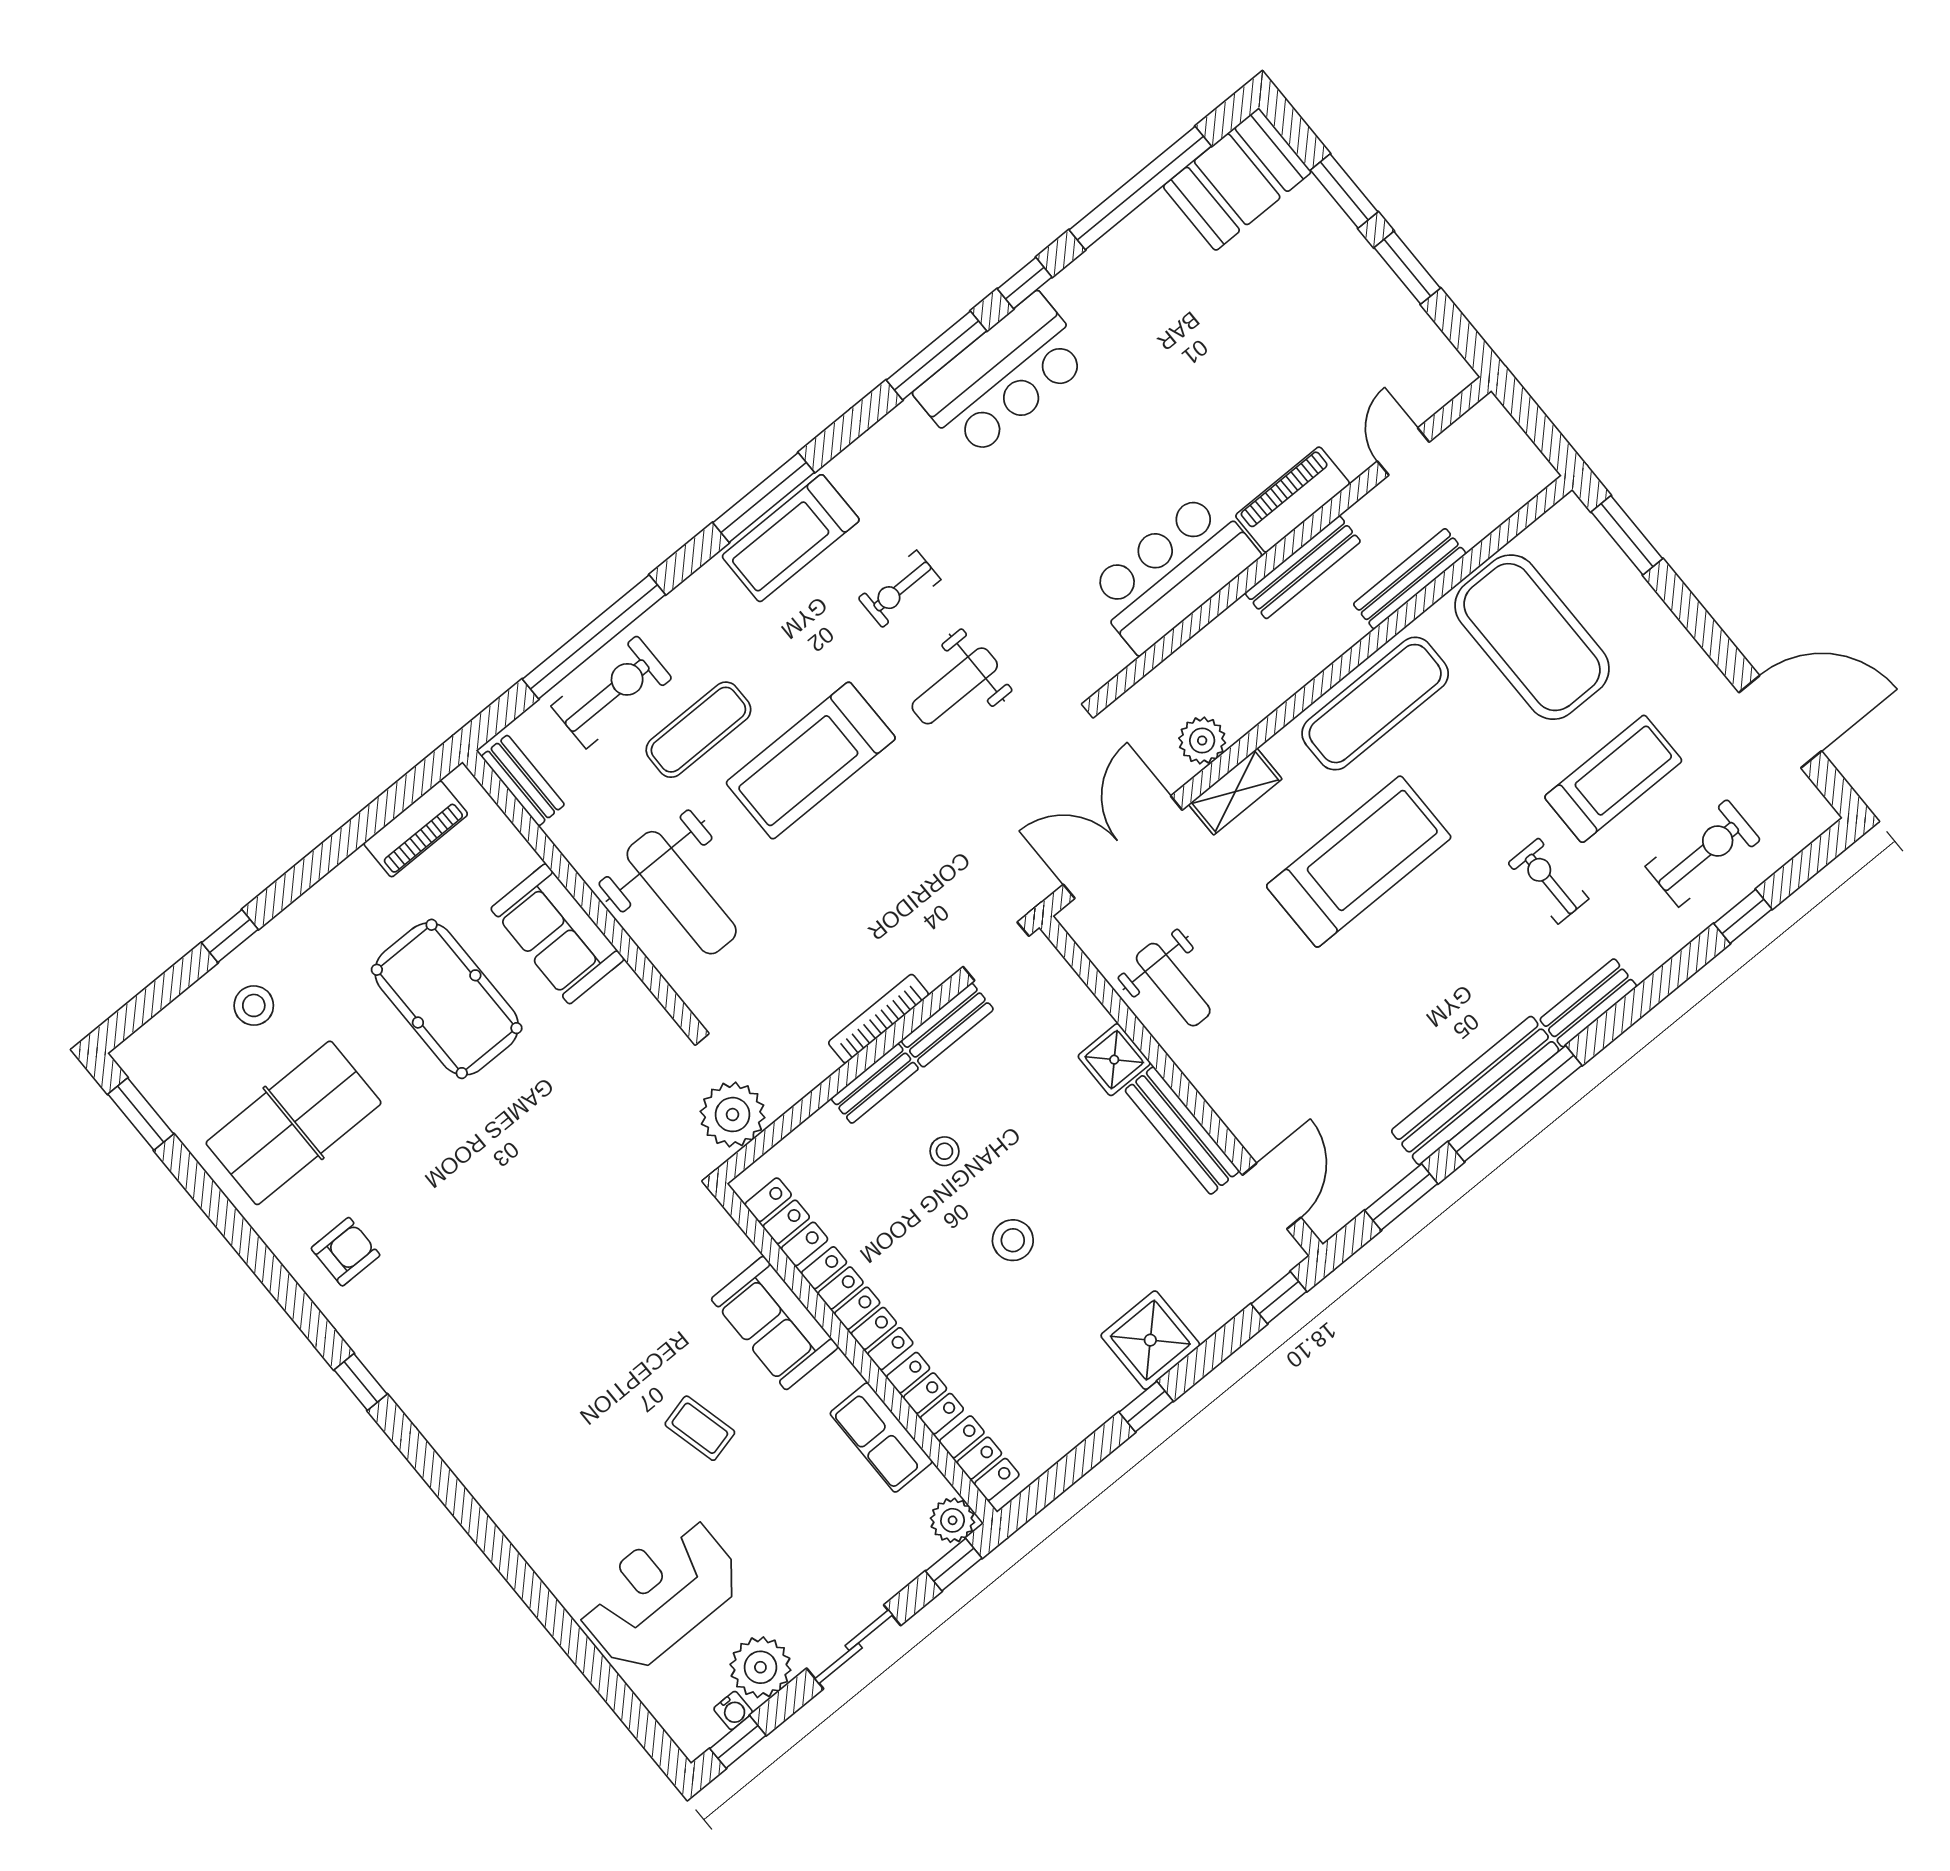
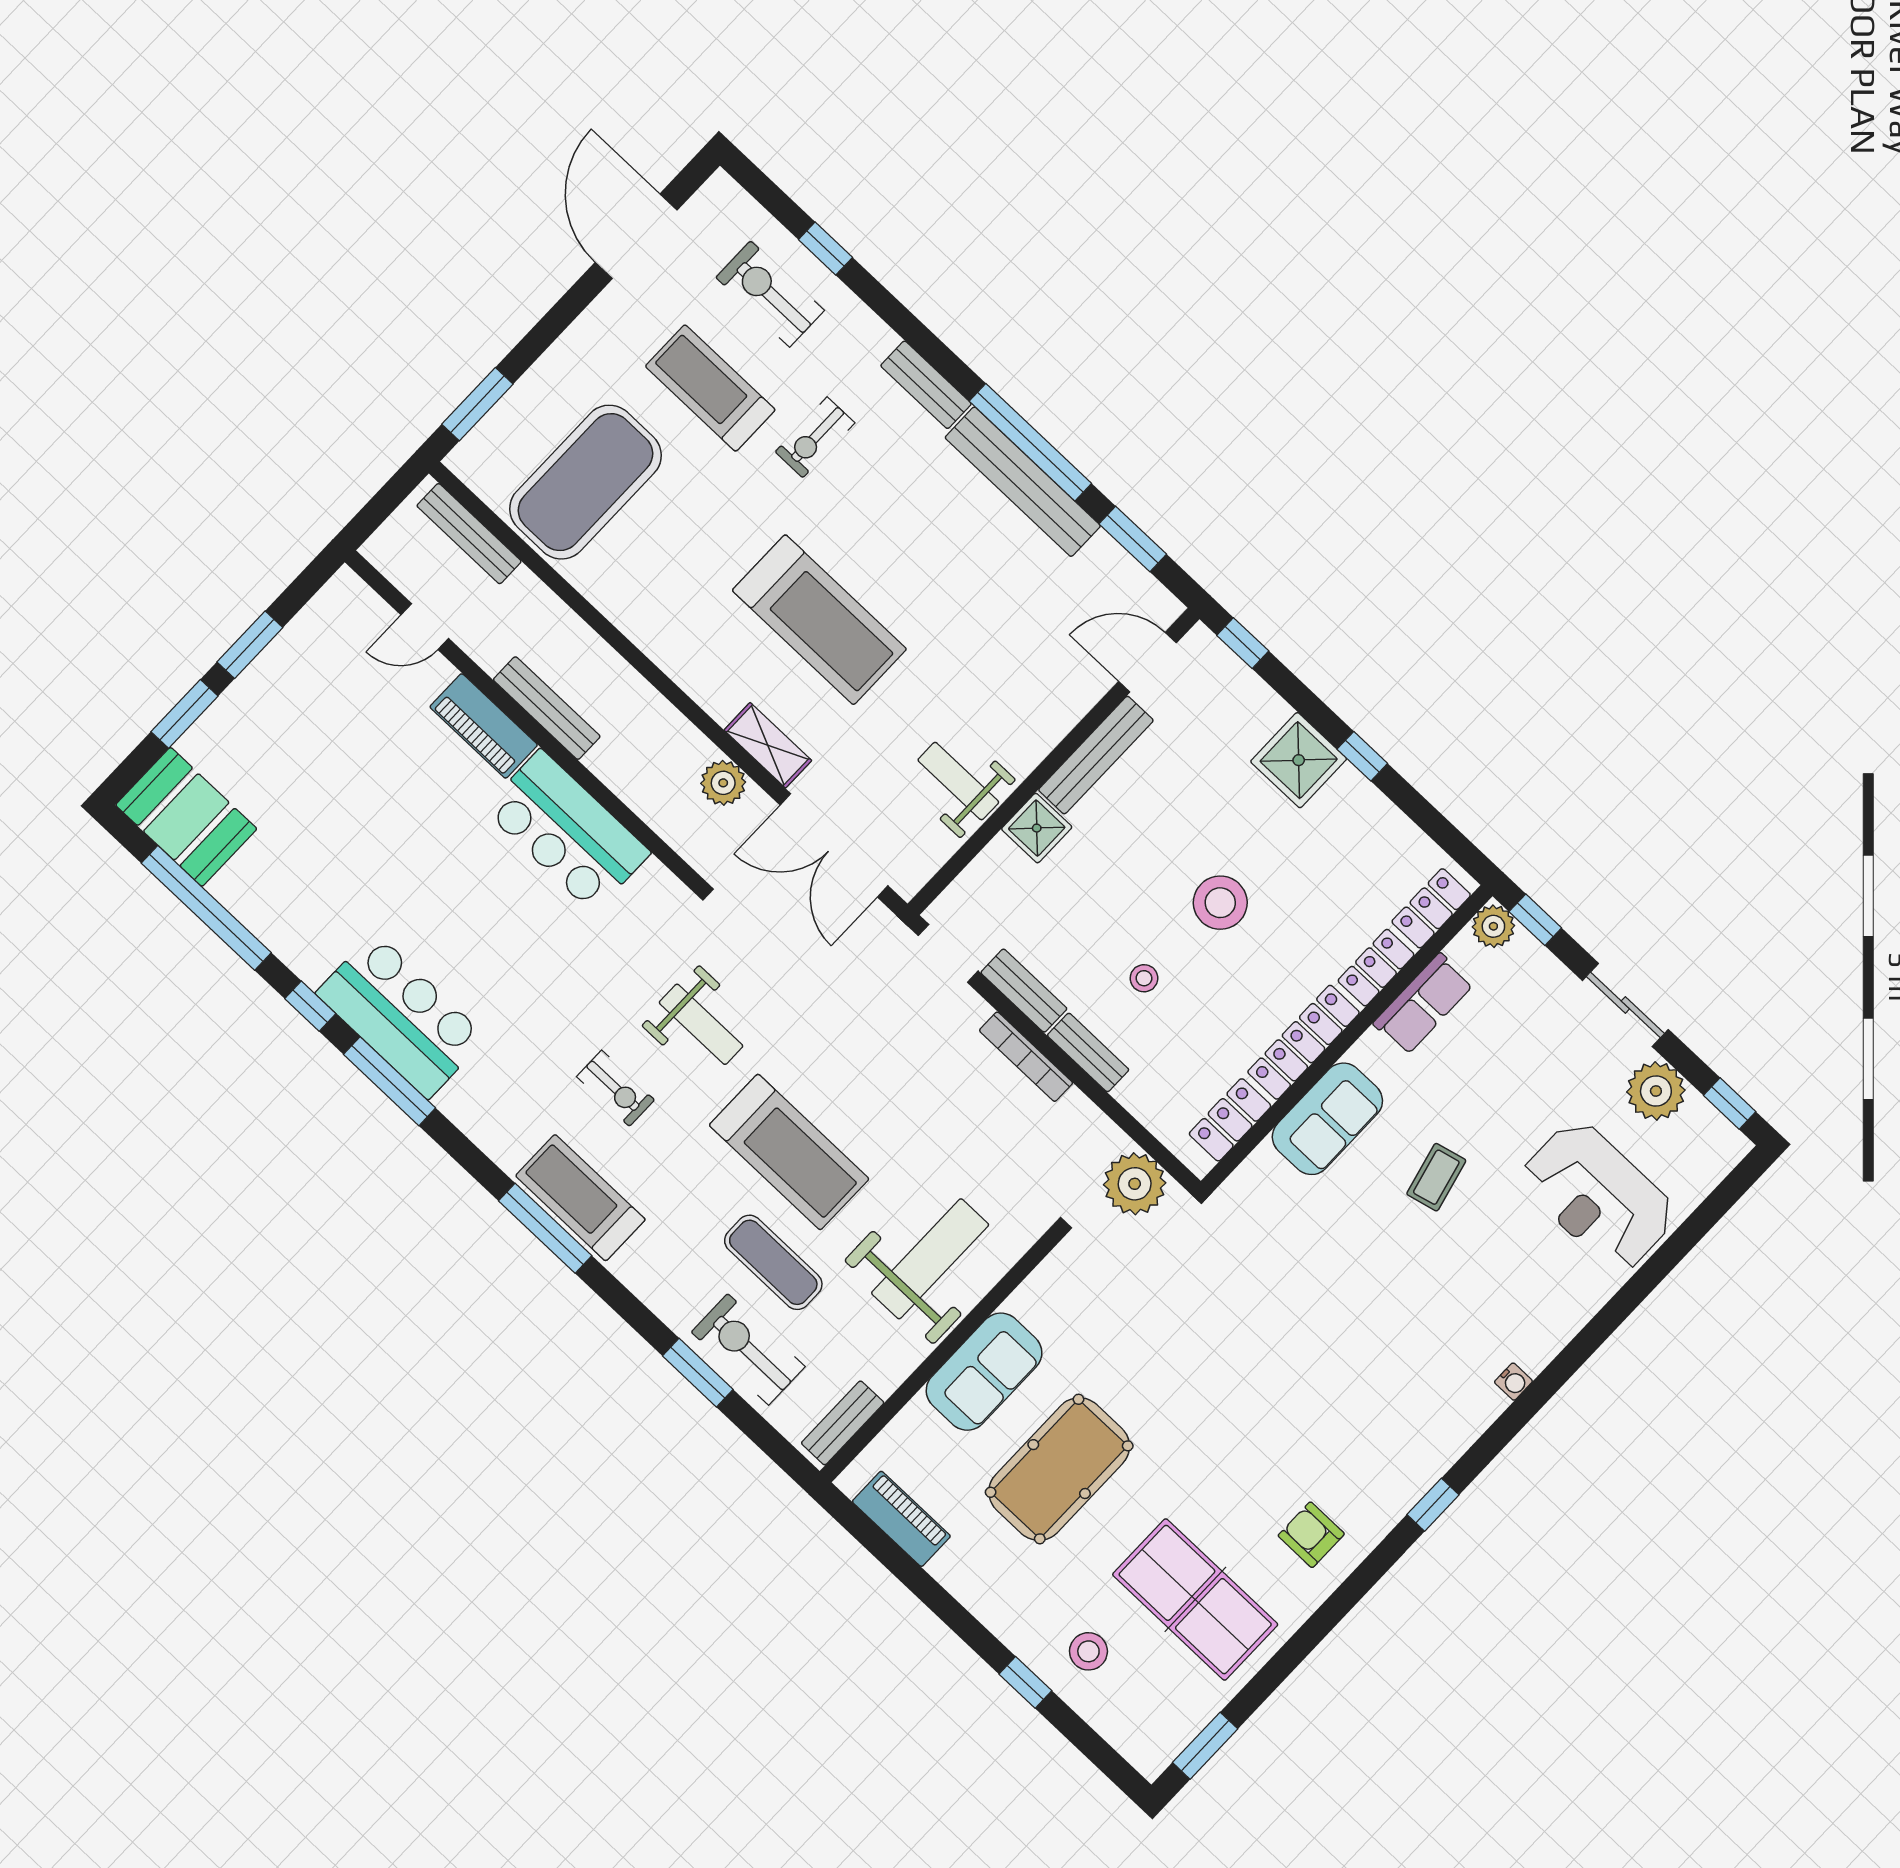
treadmill: (791, 538) -> (580, 1198), turned 180
bench: (1410, 579) -> (469, 534), moved
window: (594, 637) -> (698, 1373), width x0.47
exercise mat: (1375, 704) -> (667, 623), removed
treadmill: (1359, 862) -> (819, 620), turned 180
weight bench: (1173, 985) -> (958, 781), turned -90
stool: (1013, 1240) -> (1220, 903), width x1.38, depth x1.38
water cooler: (733, 1710) -> (1513, 1382), moved, turned 90

